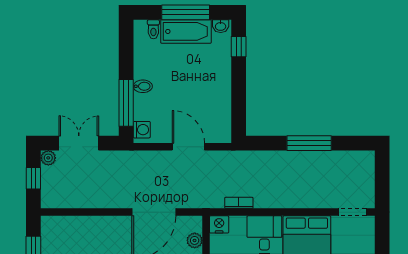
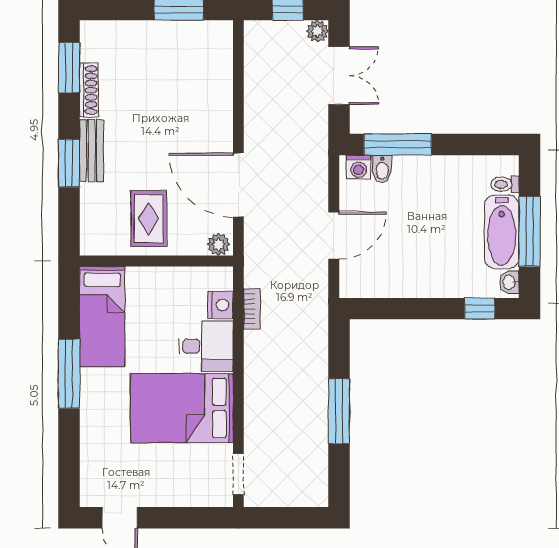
bidet: (143, 86) -> (382, 169), moved
nightstand: (219, 224) -> (220, 305), moved
plant: (195, 240) -> (219, 244), moved

